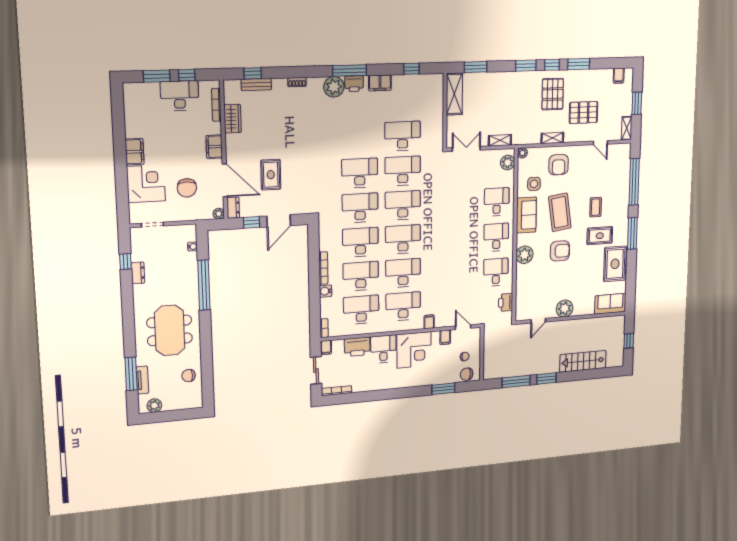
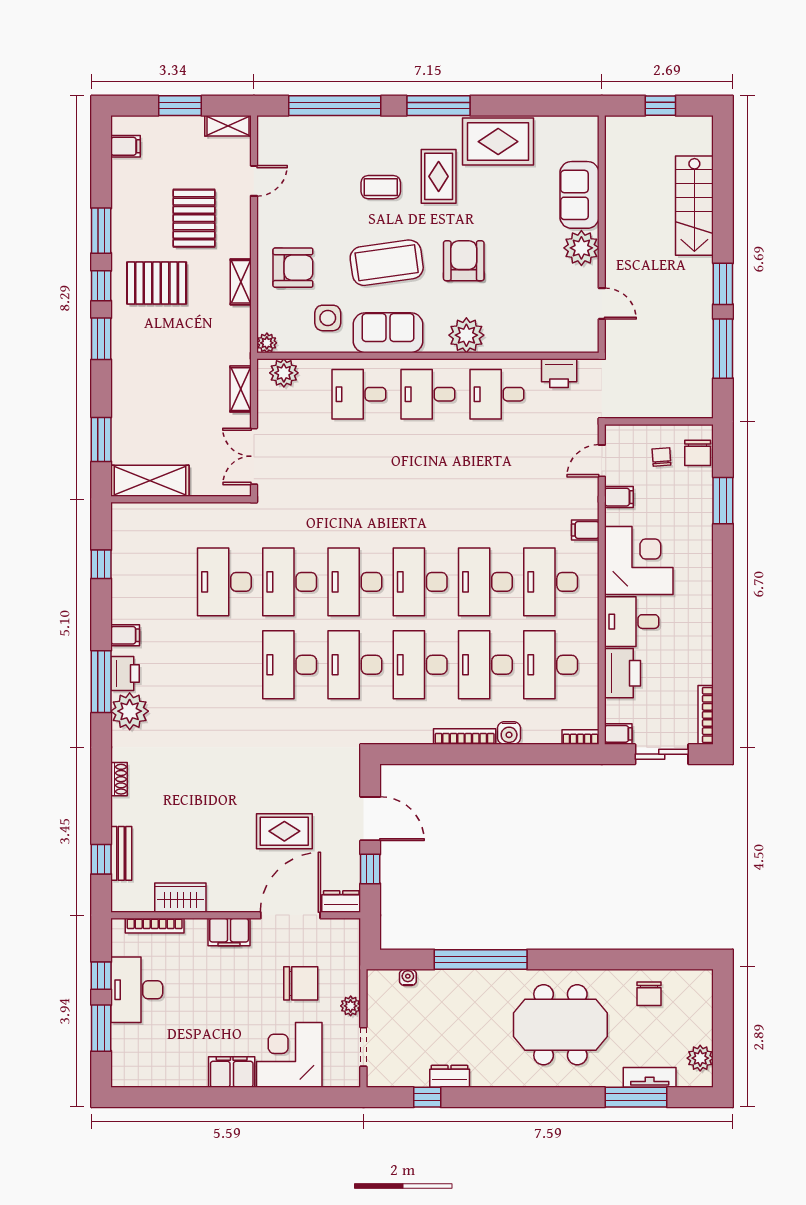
filing cabinet: (380, 83) -> (125, 635), width x0.50
plant: (219, 214) -> (351, 1006), moved
sofa: (610, 304) -> (579, 195), moved

